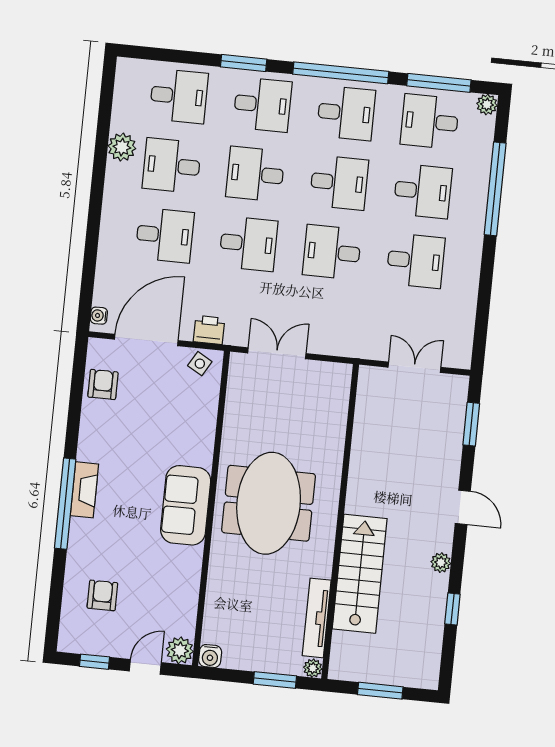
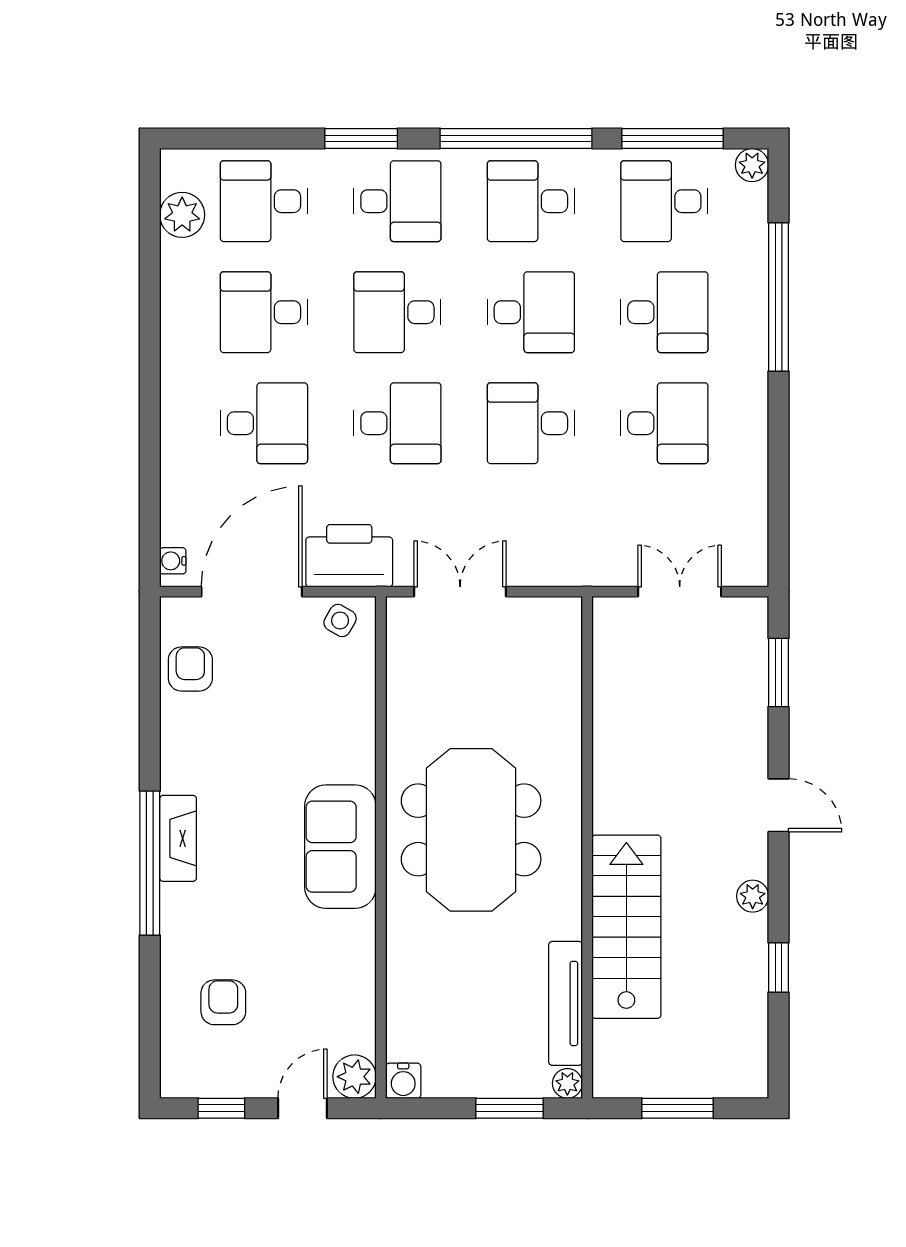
desk: (179, 96) -> (264, 201), turned 180
desk: (346, 113) -> (531, 201), turned 180
plant: (122, 147) -> (182, 215), moved
printer: (209, 330) -> (349, 556), width x1.87, depth x1.48

